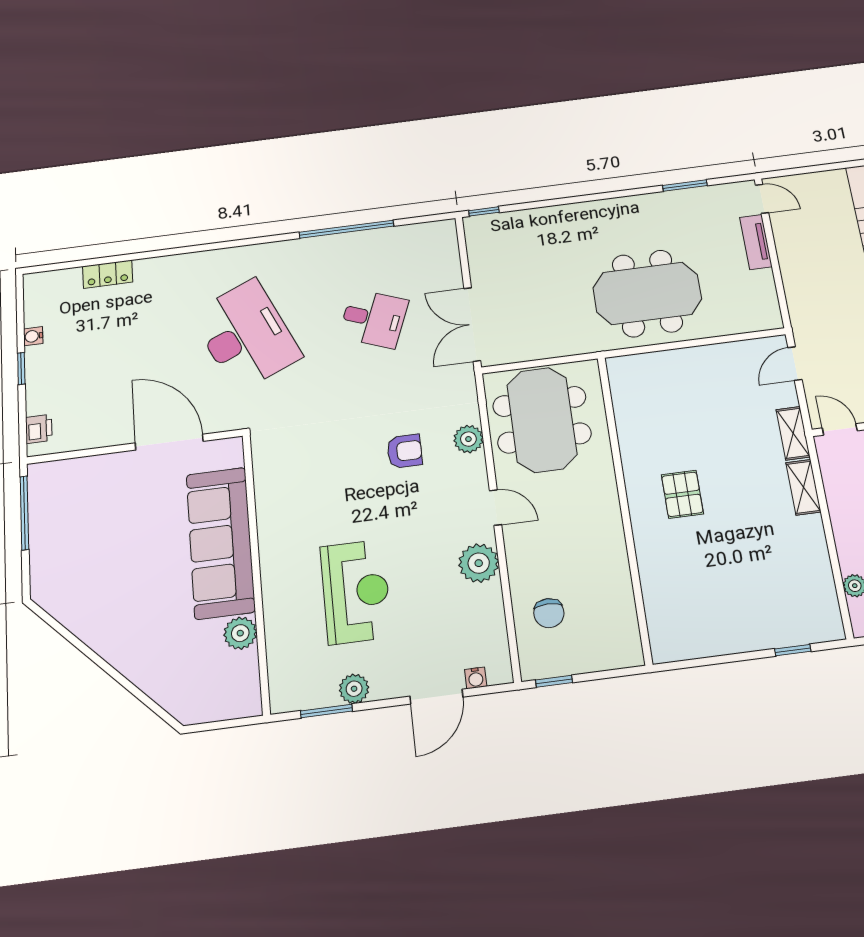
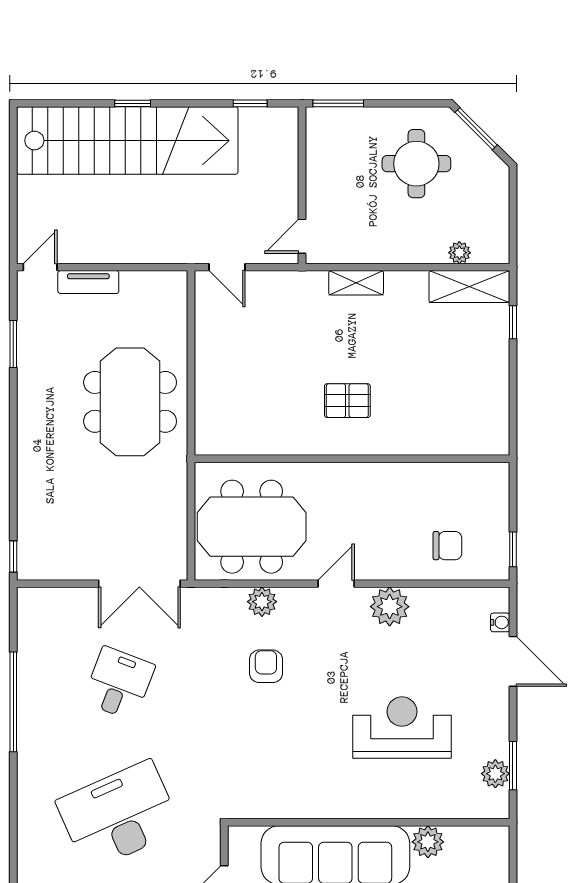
shelving: (793, 433) -> (469, 287), moved, width x1.50, depth x1.33
plant: (354, 689) -> (495, 774), moved

